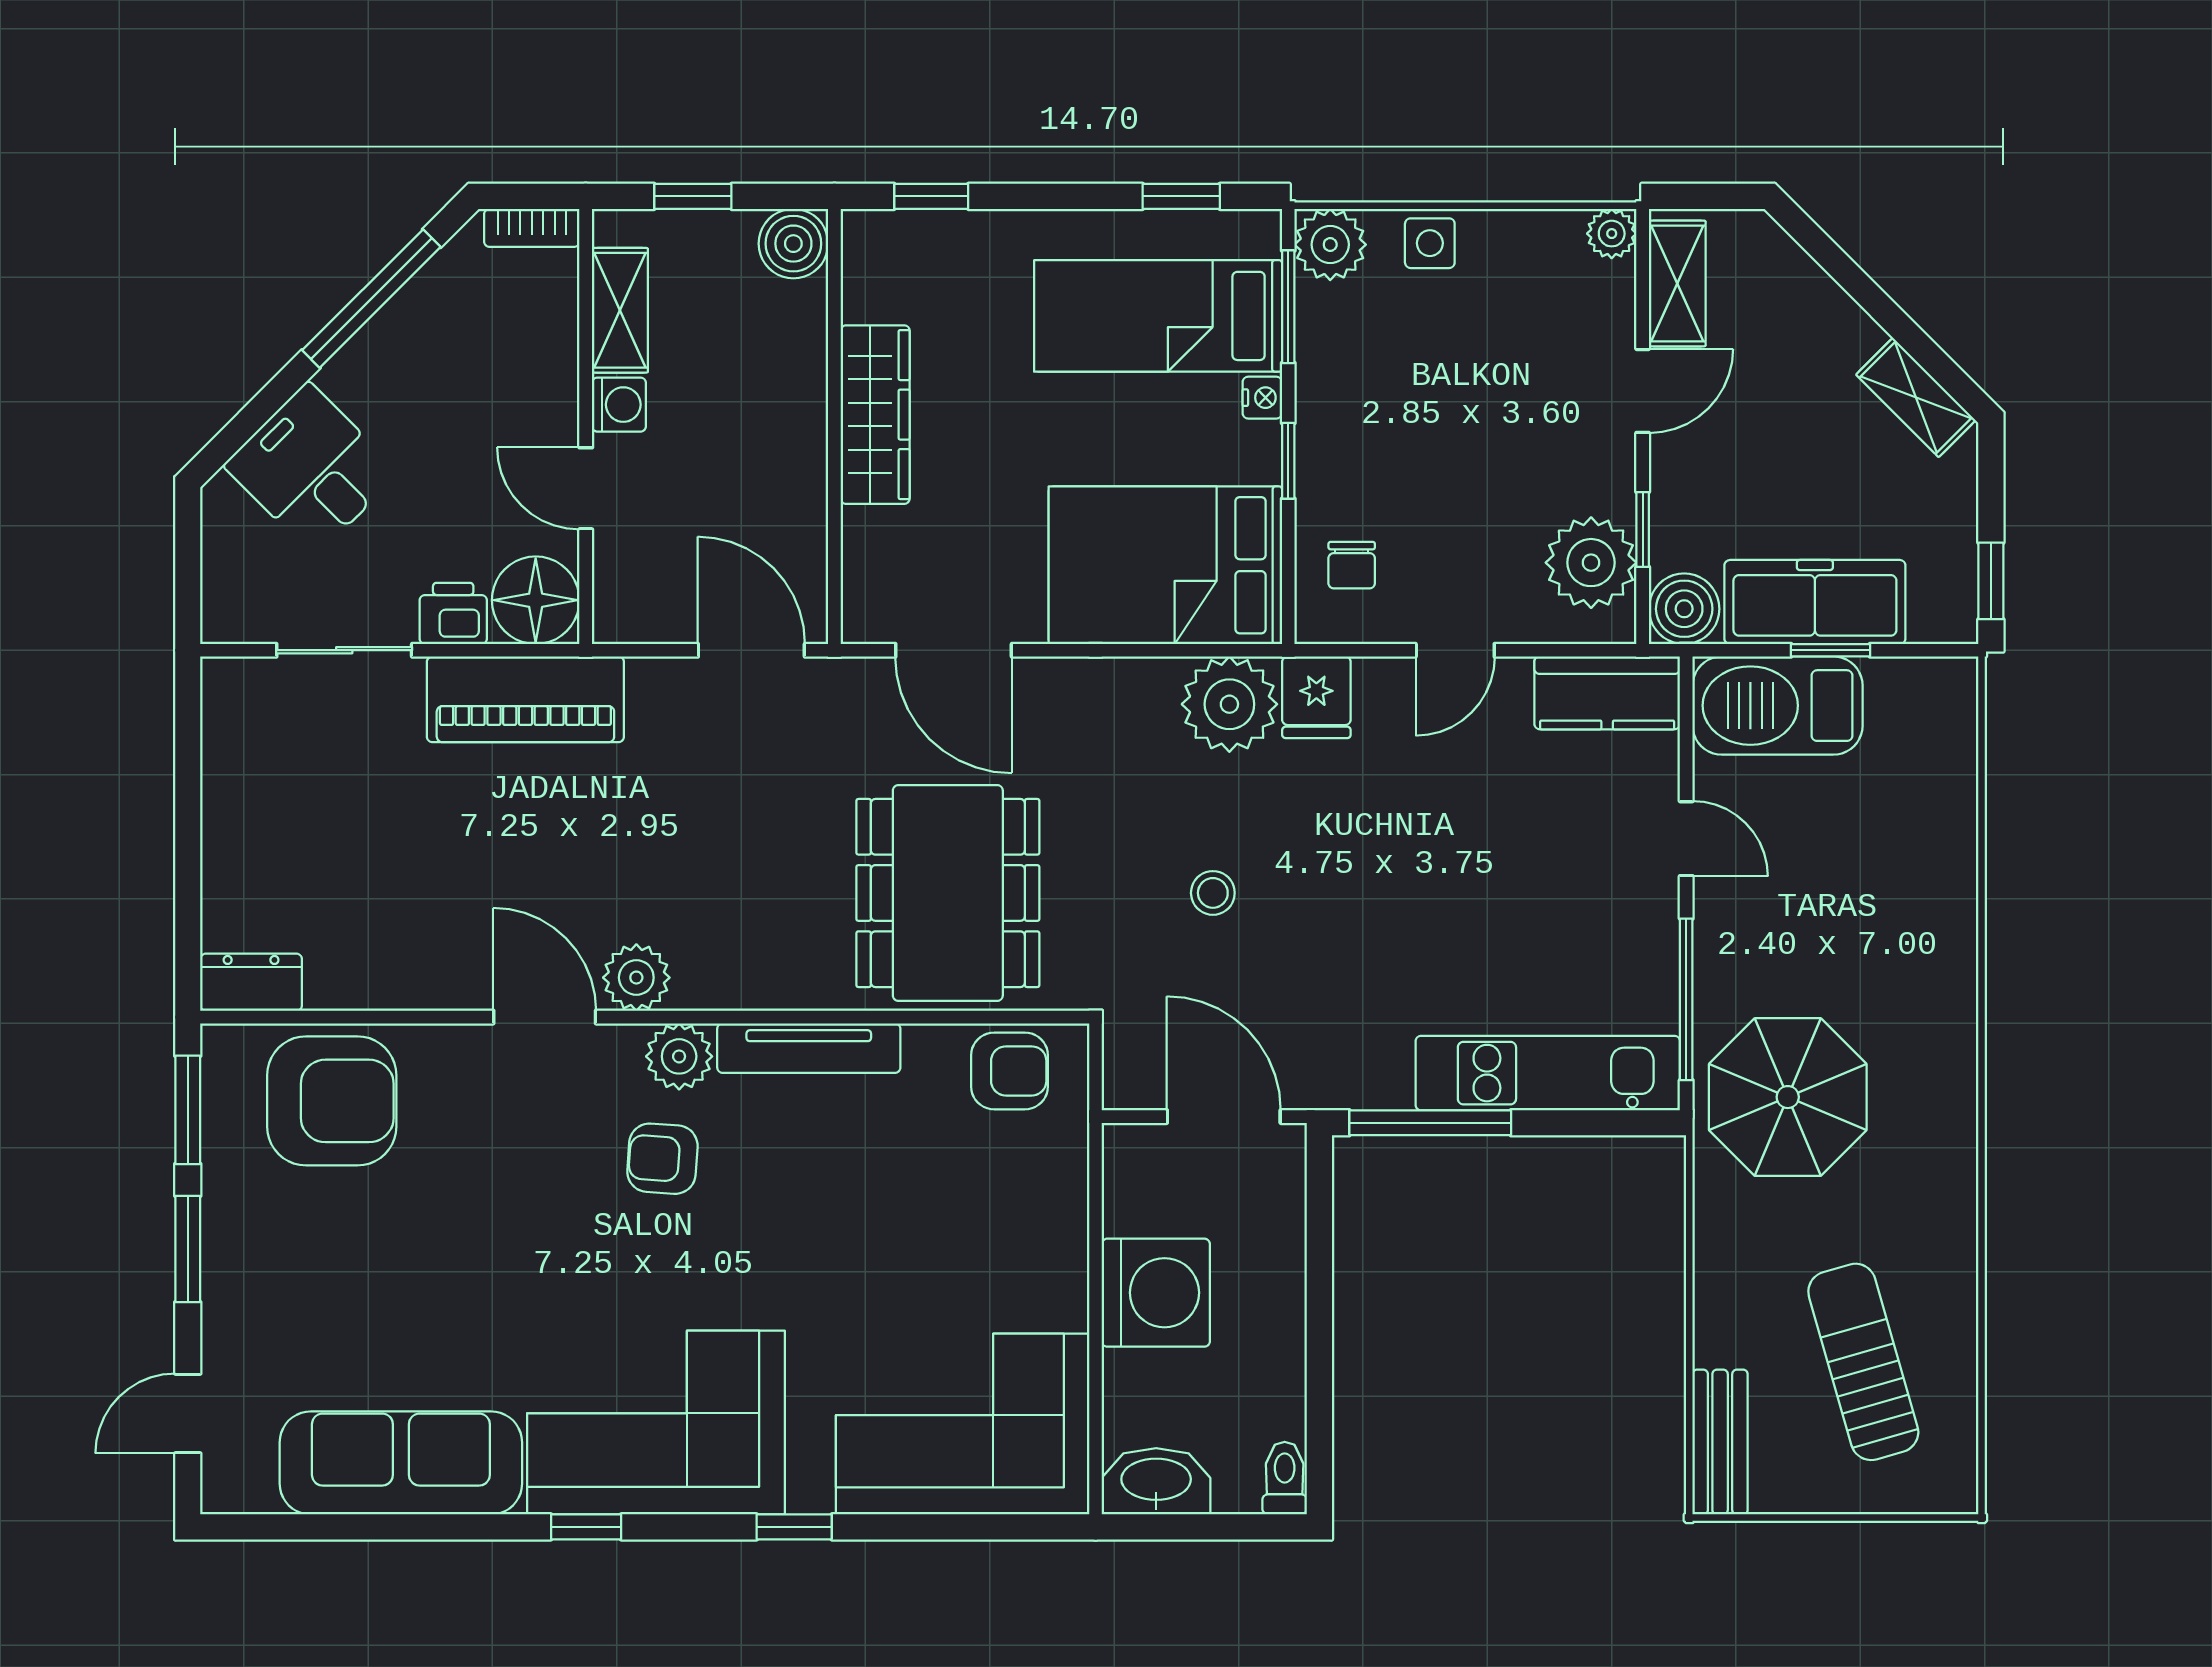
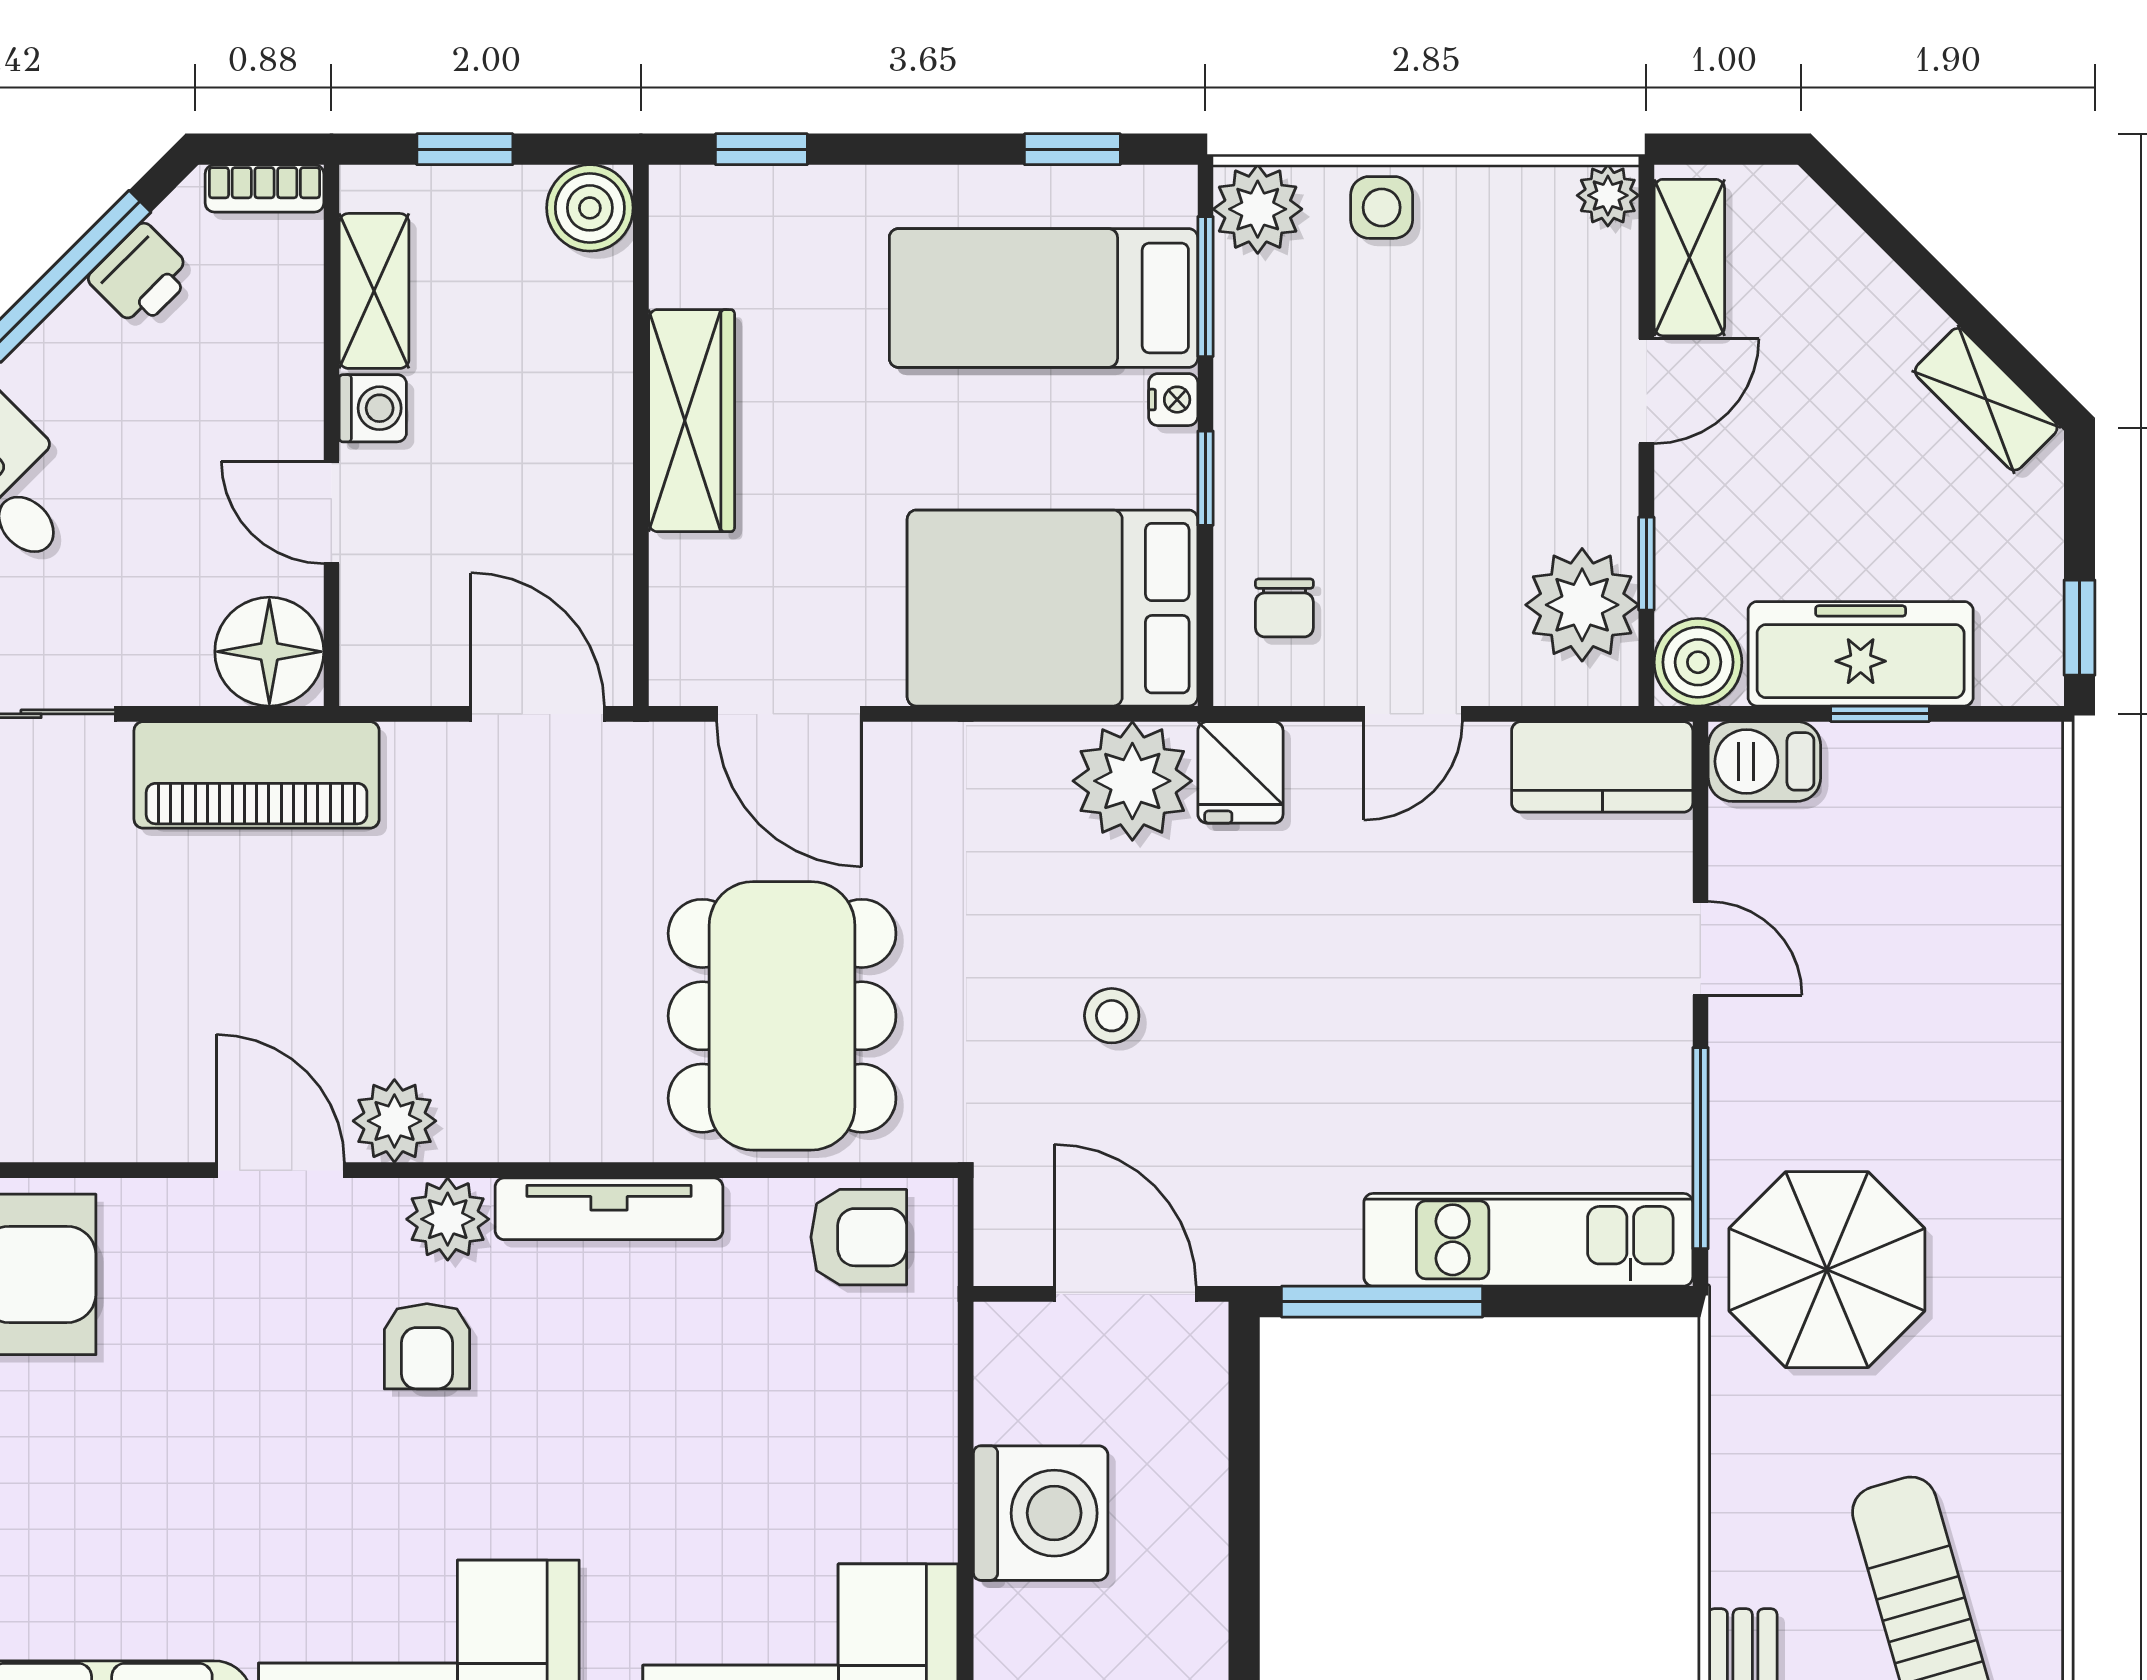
printer: (453, 613) -> (141, 276), moved, turned 135
barbecue: (1778, 706) -> (1764, 761), width x0.53, depth x0.65
armchair: (662, 1159) -> (427, 1346), turned -94

